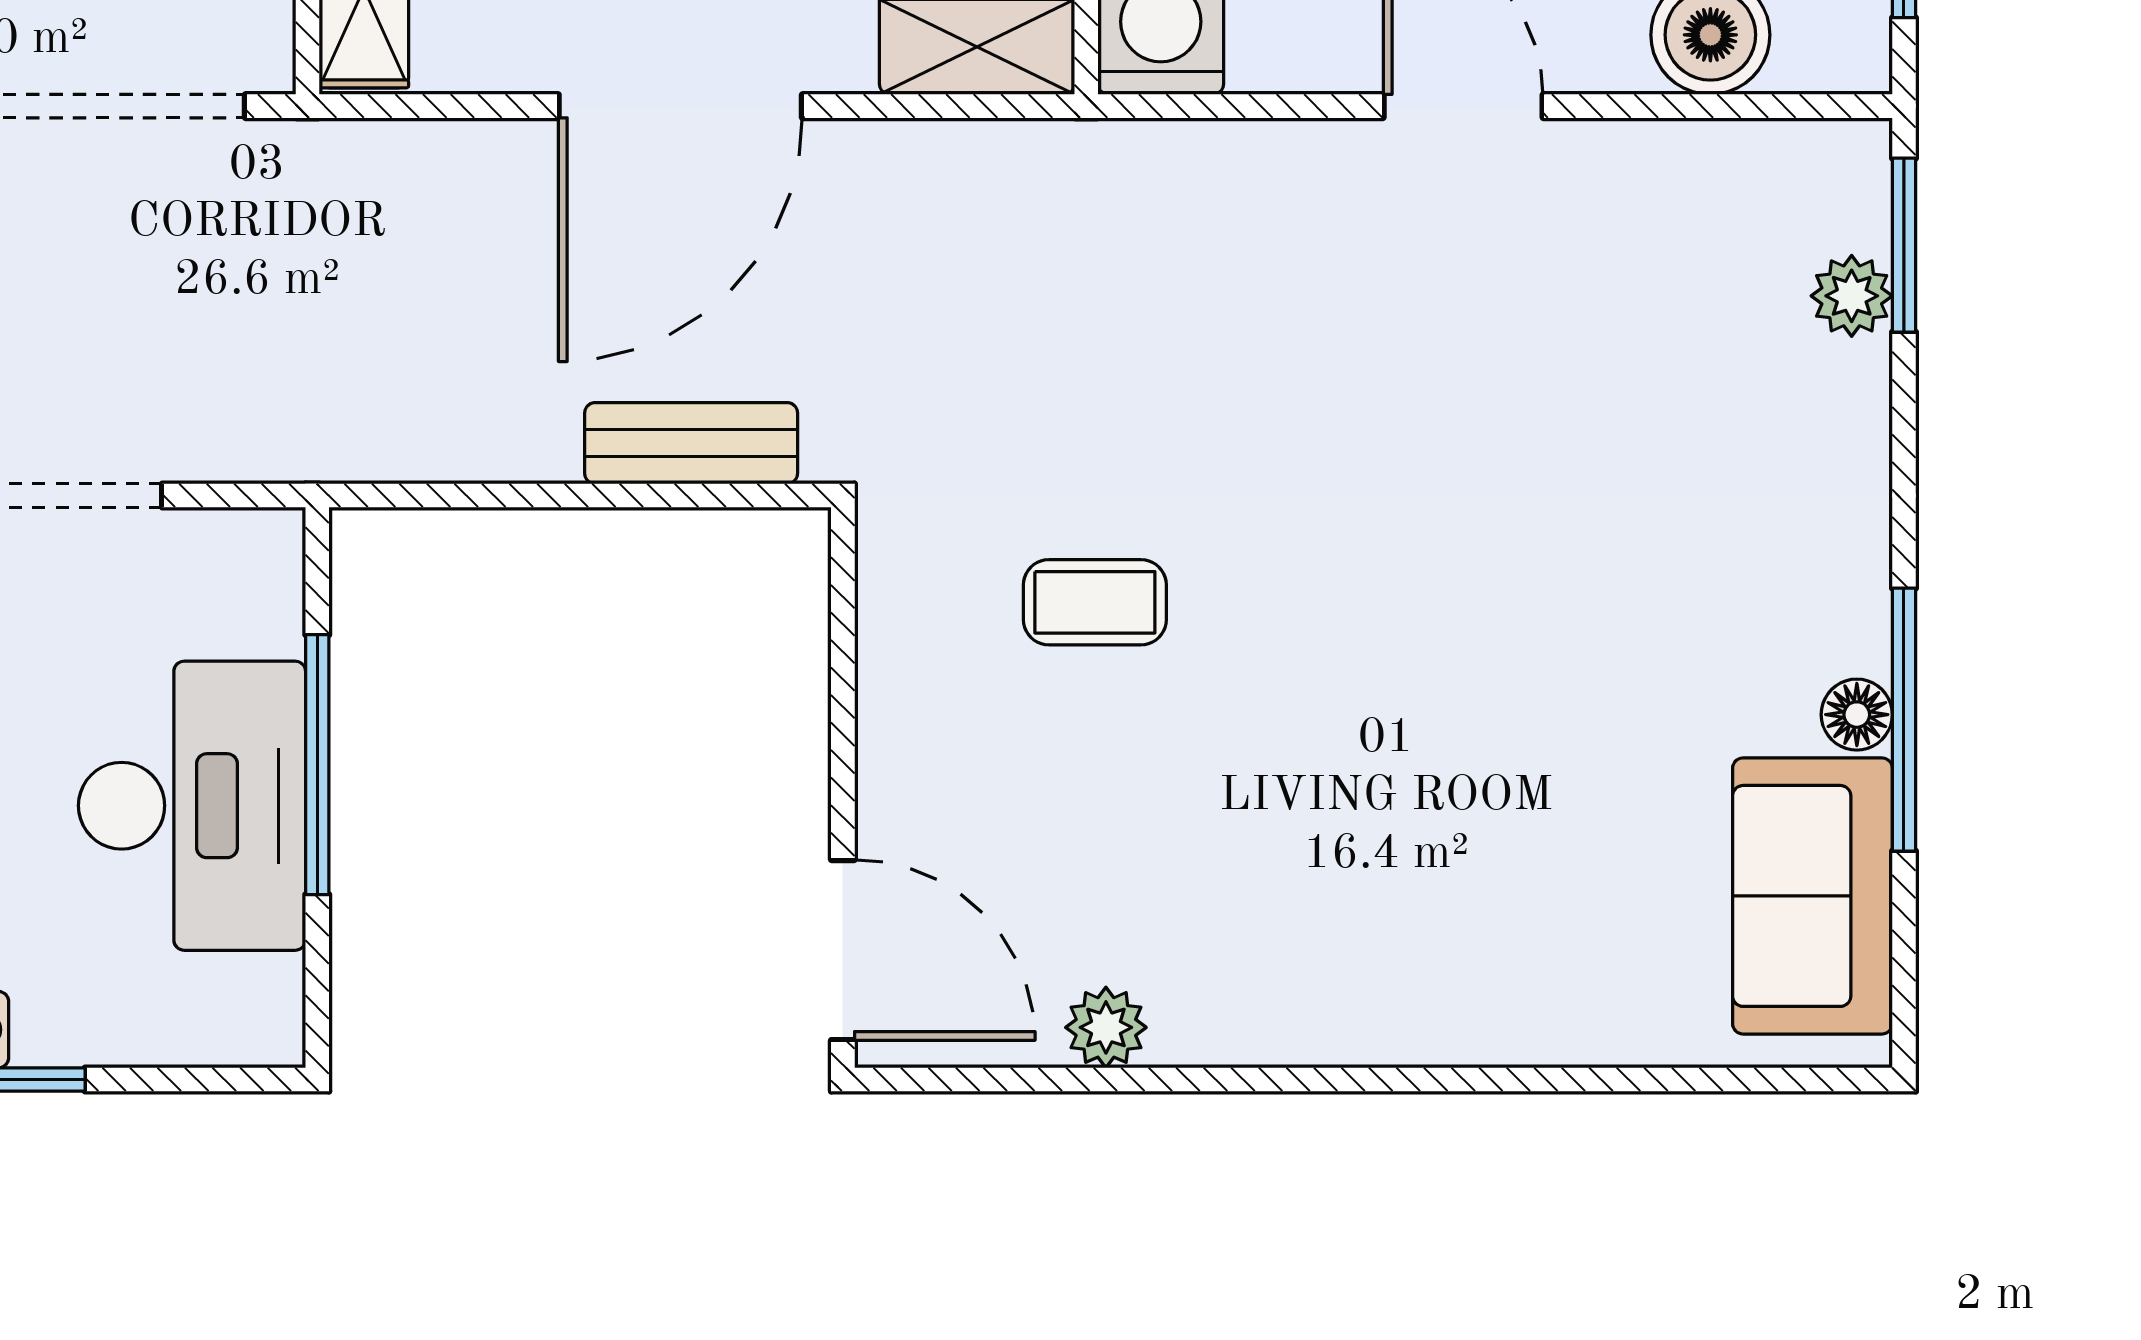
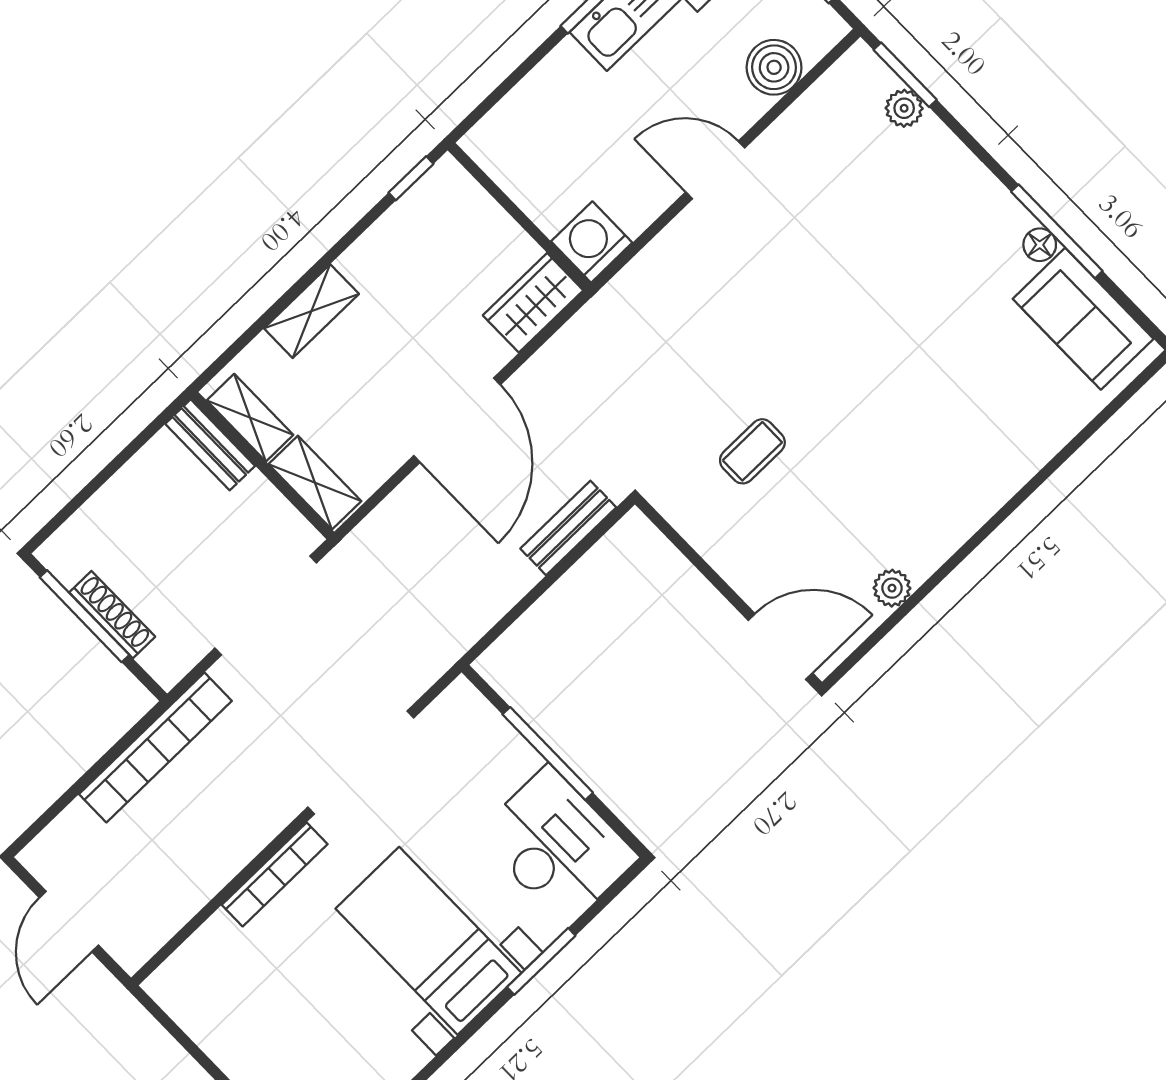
desk: (192, 806) -> (557, 846), moved

